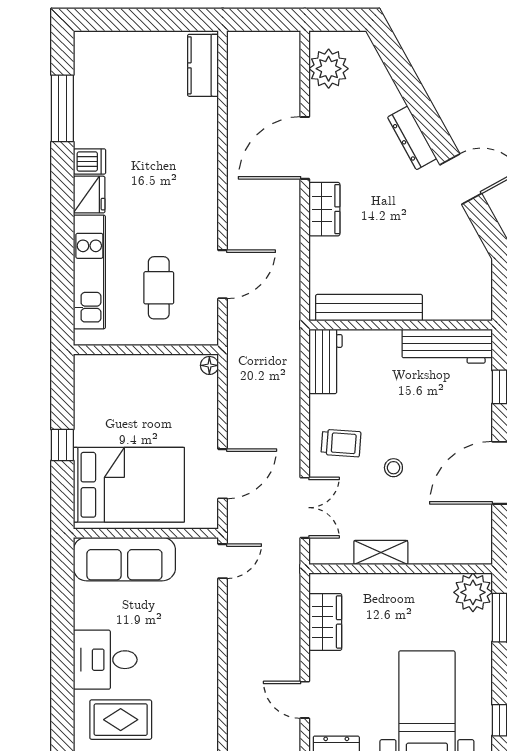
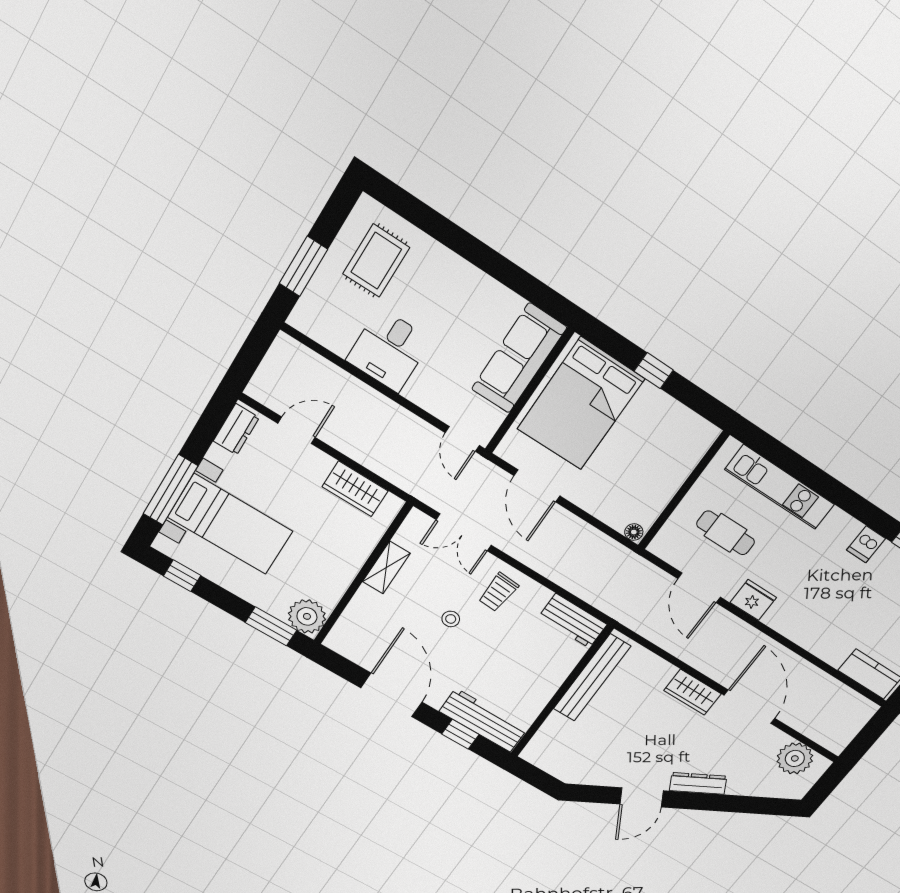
fridge: (89, 195) -> (753, 600), moved, turned 180
workbench: (447, 346) -> (483, 720), moved, turned 90
desk: (105, 660) -> (389, 350), moved, turned 180

